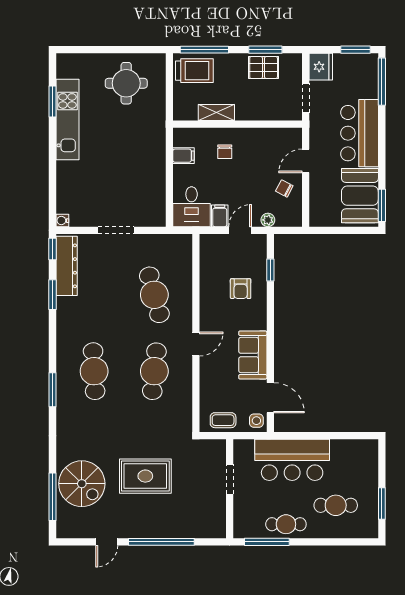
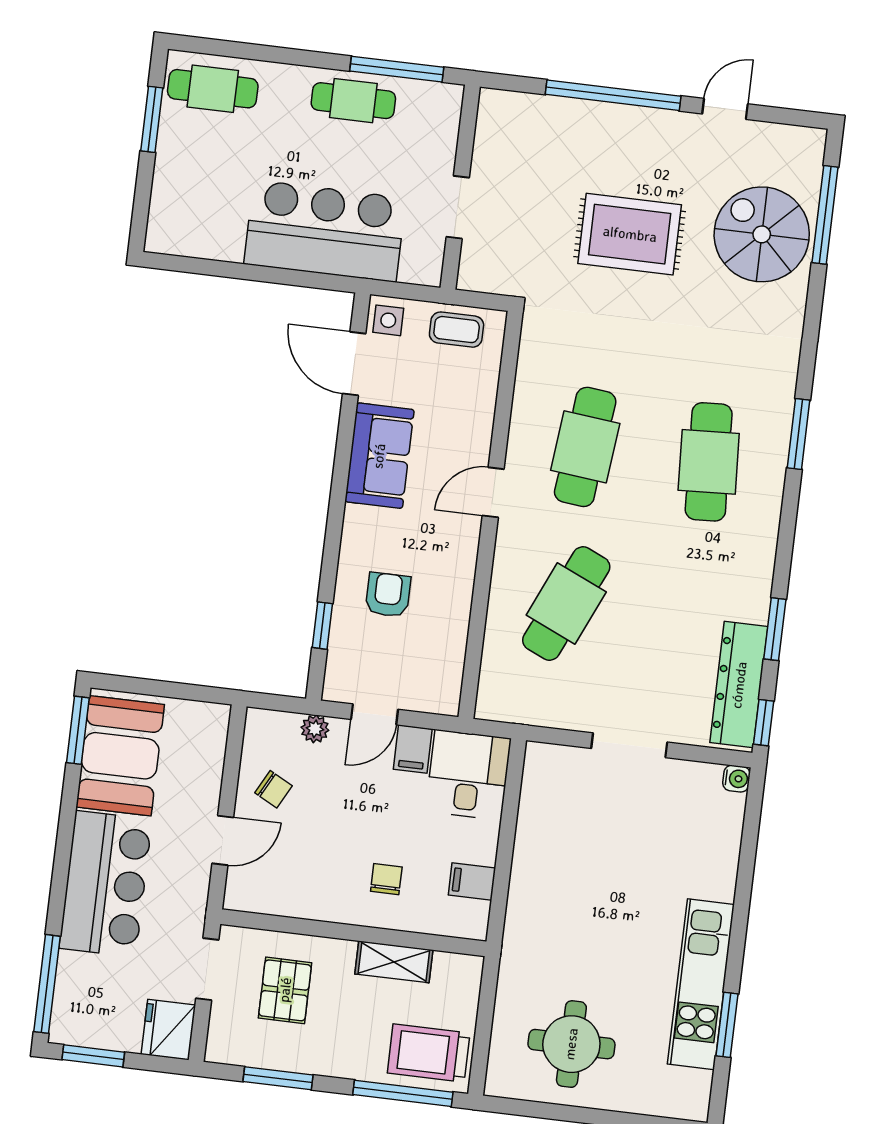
pallet: (264, 68) -> (285, 990), moved, turned 90
cafe table: (154, 295) -> (566, 603), turned 39
cafe table: (336, 505) -> (213, 89), moved

